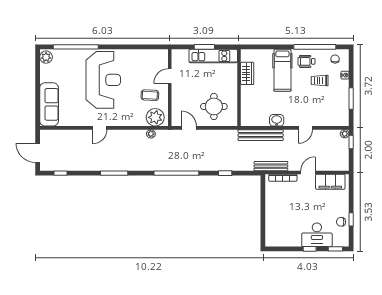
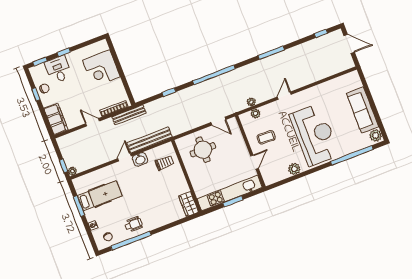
plant: (135, 55) -> (294, 169), added
kitchen unit: (213, 56) -> (230, 193), width x1.36
hospital bed: (282, 70) -> (100, 196), moved, turned 90
wardrobe: (247, 73) -> (189, 204), moved
reception desk: (103, 80) -> (315, 135), turned 180
trolley: (320, 80) -> (164, 163), moved
sofa: (49, 104) -> (362, 110), moved
plant: (155, 117) -> (256, 114), width x0.53, depth x0.53
door: (100, 128) -> (284, 96), moved
door: (305, 128) -> (124, 157), moved
door: (308, 172) -> (92, 122), swing flipped
filing cabinet: (330, 182) -> (56, 119), moved, turned 90
corner desk: (280, 220) -> (101, 68), added
desk: (317, 235) -> (58, 69), width x0.73

